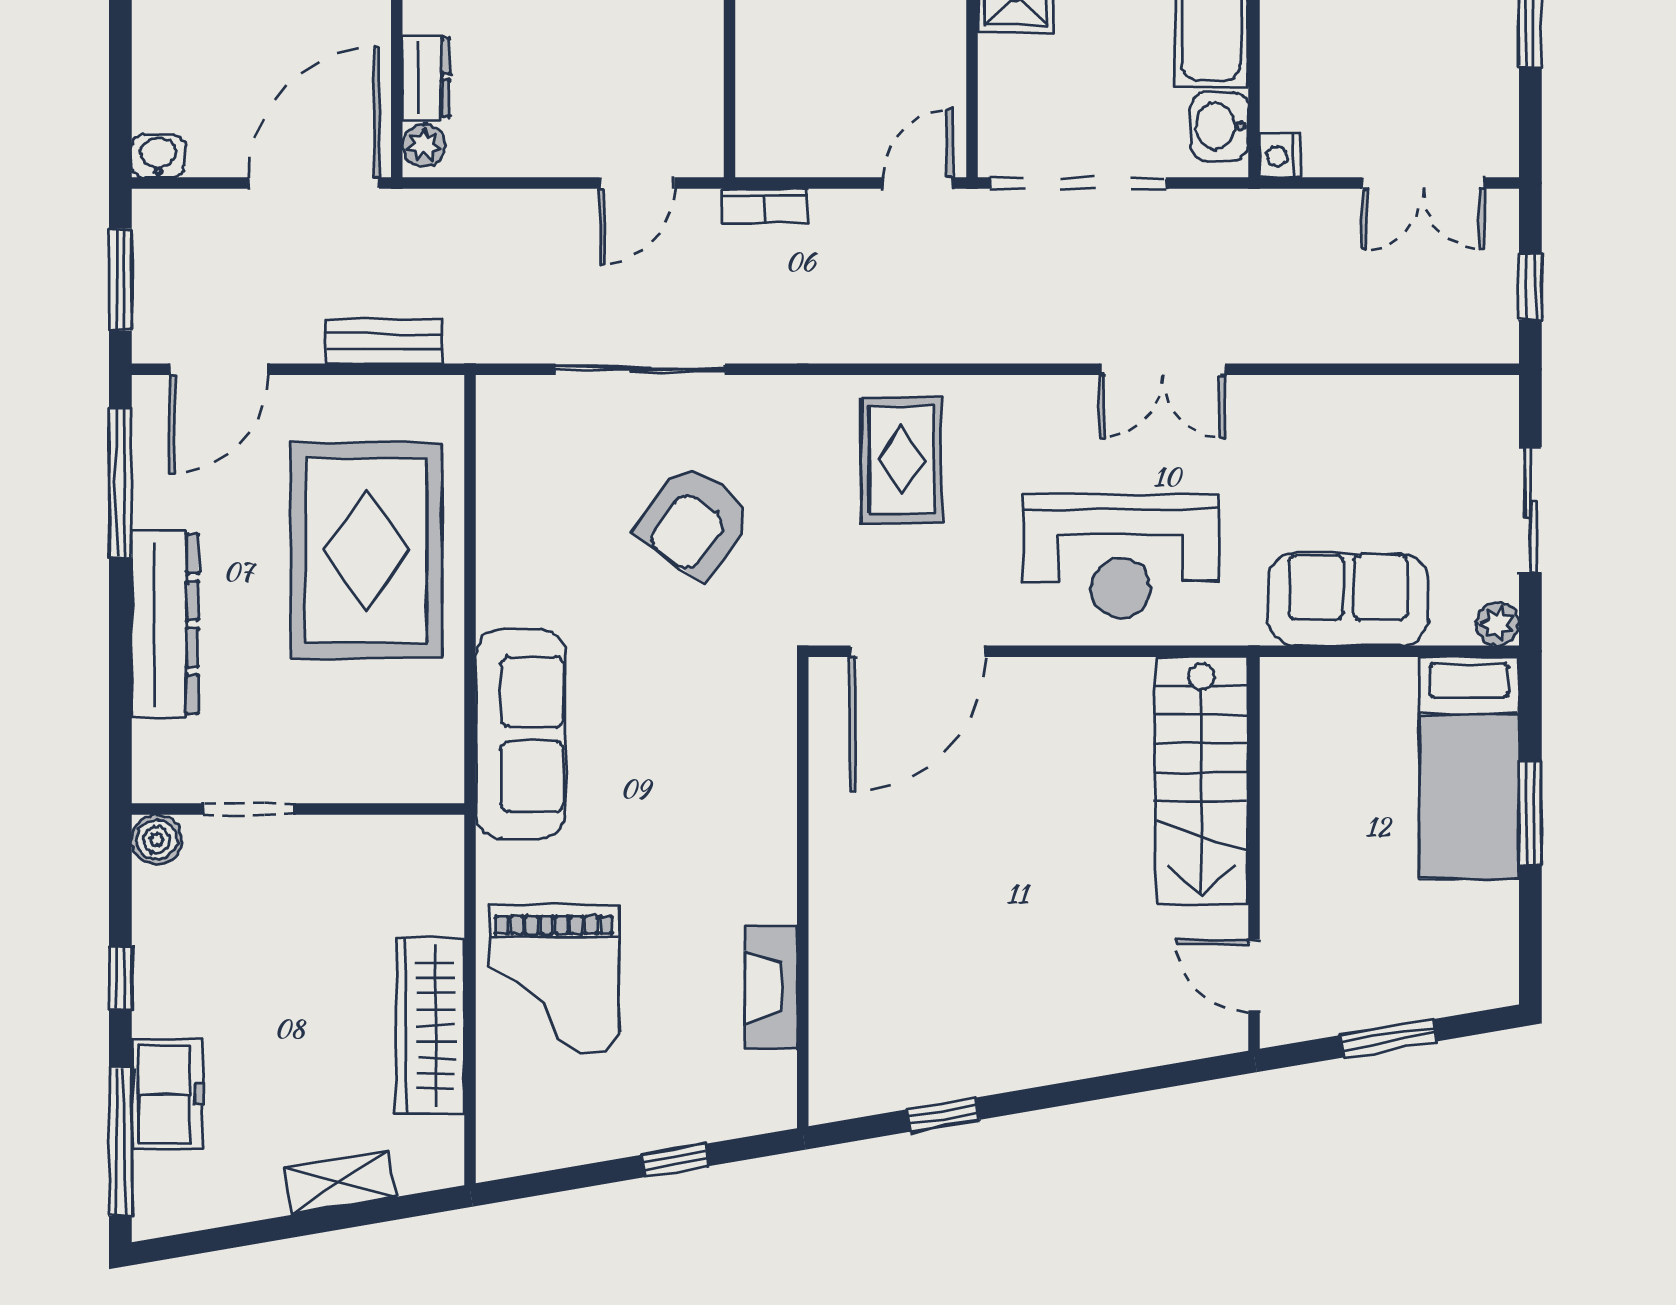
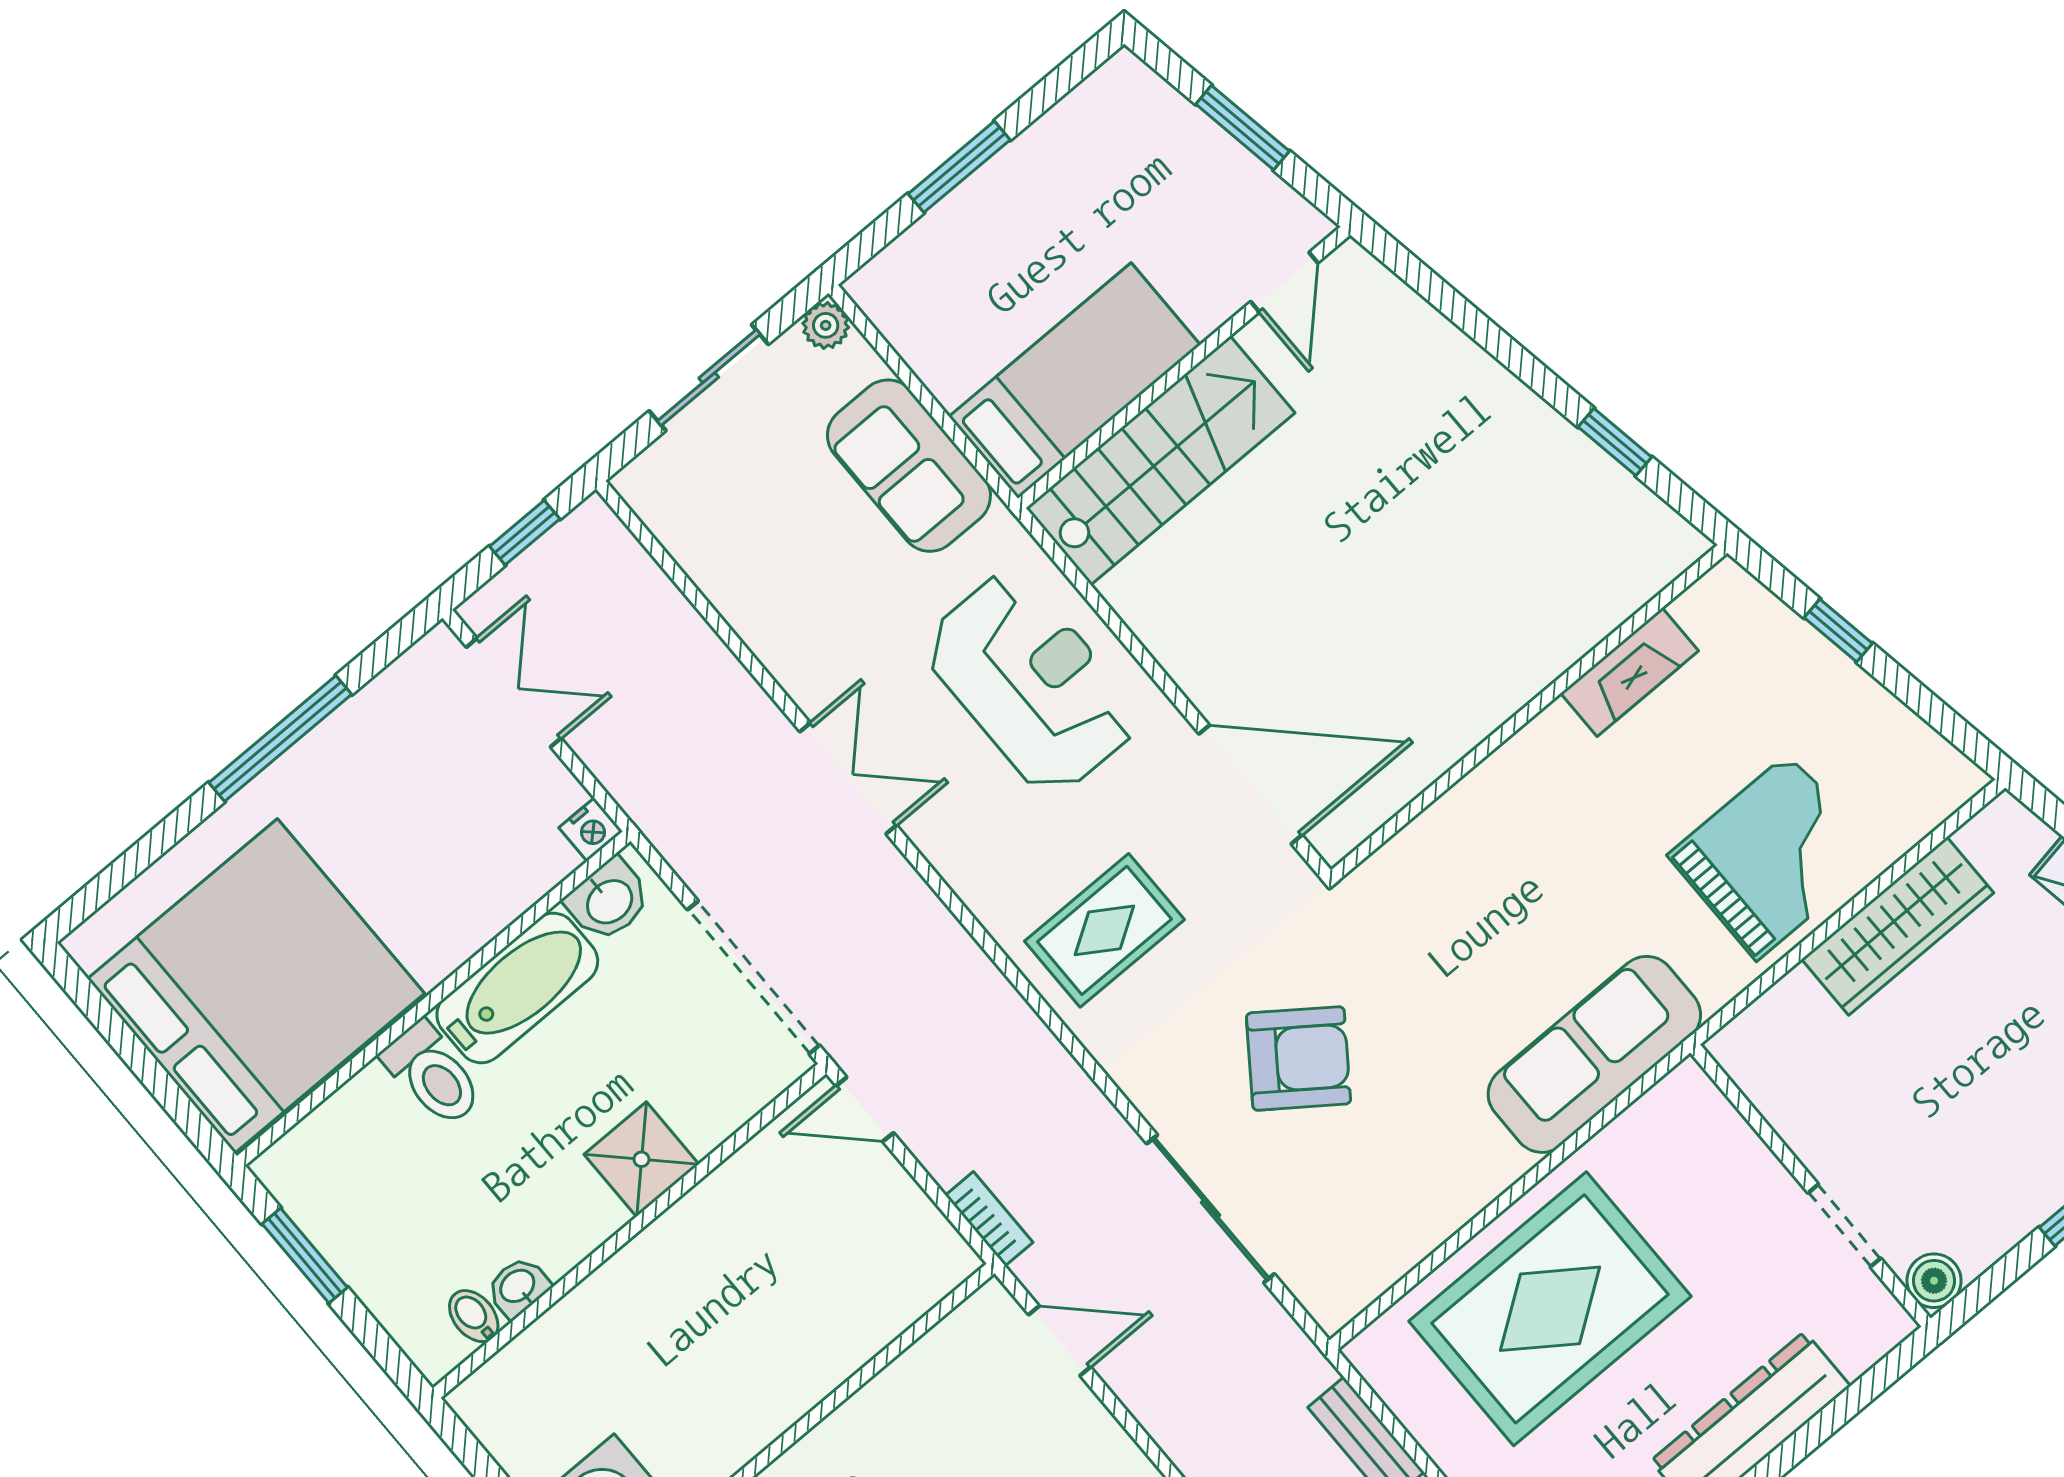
bed: (1469, 768) -> (1075, 381), moved

